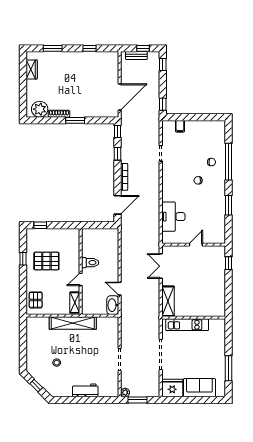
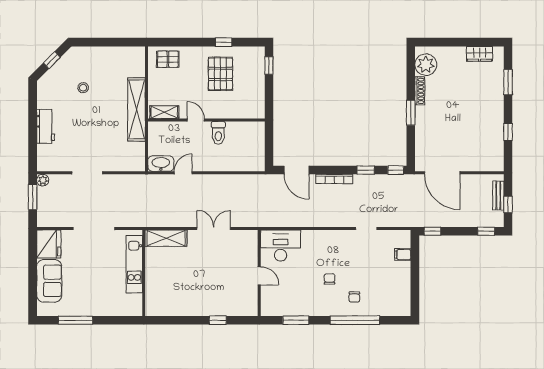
wall: (194, 245) -> (259, 273), moved
door: (196, 245) -> (259, 276), moved

